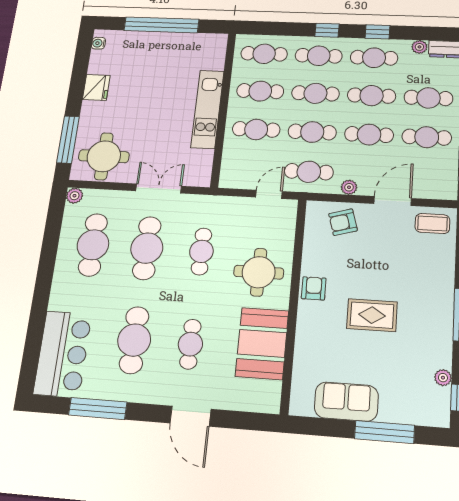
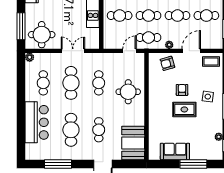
cafe table: (93, 245) -> (43, 83), width x0.73, depth x0.74
armchair: (314, 288) -> (182, 90), moved
side table: (423, 292) -> (208, 97), added
booth: (262, 343) -> (133, 143), moved
bar counter: (63, 354) -> (37, 122), moved

